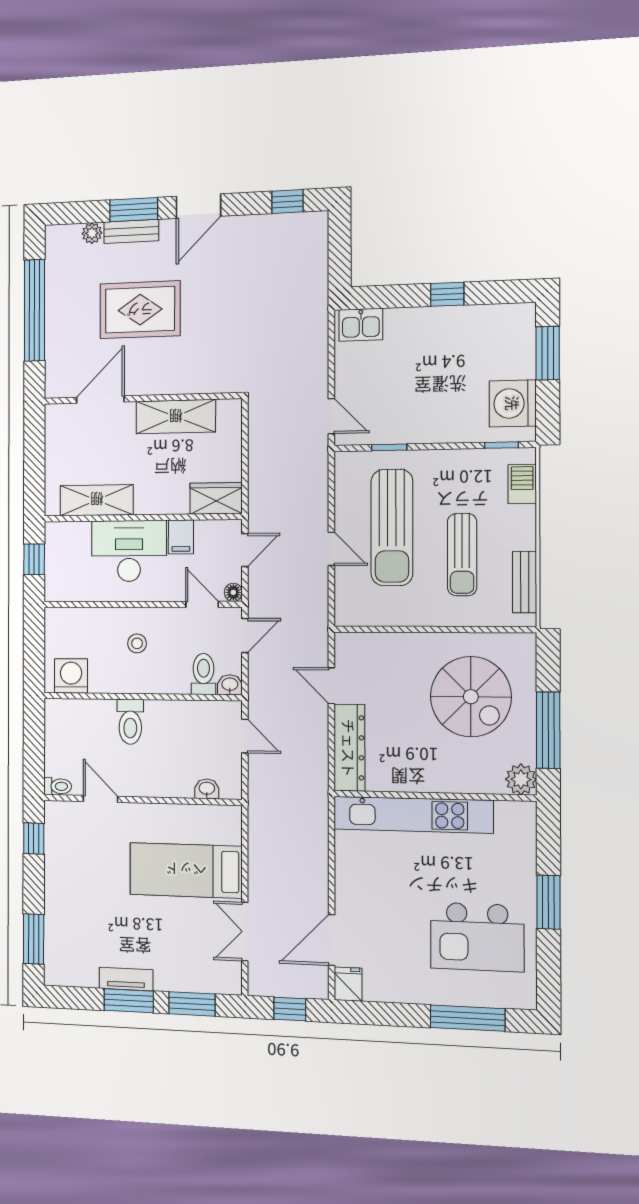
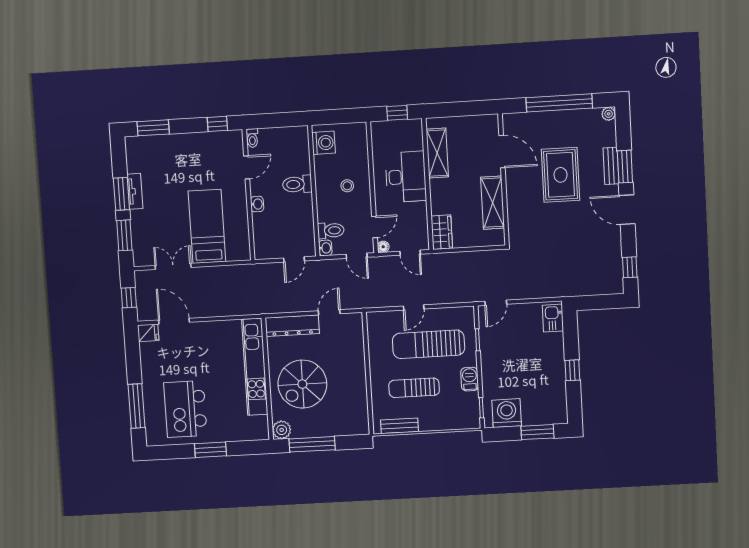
plant: (92, 233) -> (609, 114), moved
barbecue: (522, 484) -> (470, 379), moved, turned -90
filing cabinet: (181, 537) -> (416, 211), removed
spiral stairs: (471, 697) -> (302, 384), moved
washbasin: (207, 789) -> (257, 204), moved

